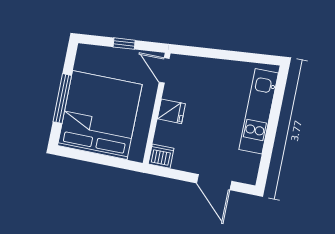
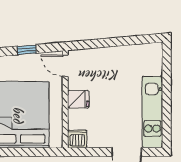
kitchen unit: (259, 111) -> (152, 112), moved

